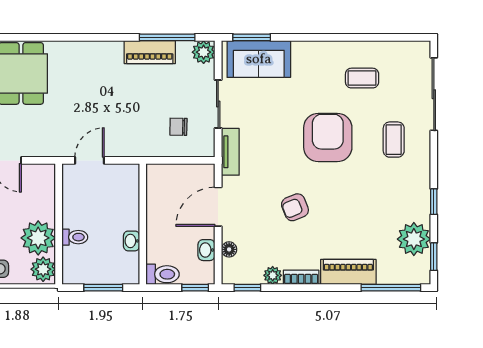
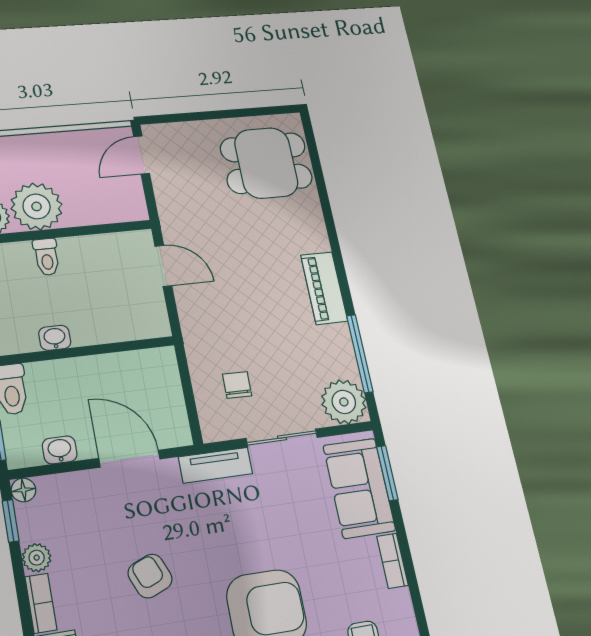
bookcase: (310, 48) -> (392, 561), added
piano: (150, 52) -> (324, 288), moved
plant: (204, 52) -> (344, 402), width x1.36, depth x1.36
floor lamp: (229, 249) -> (23, 490), moved

